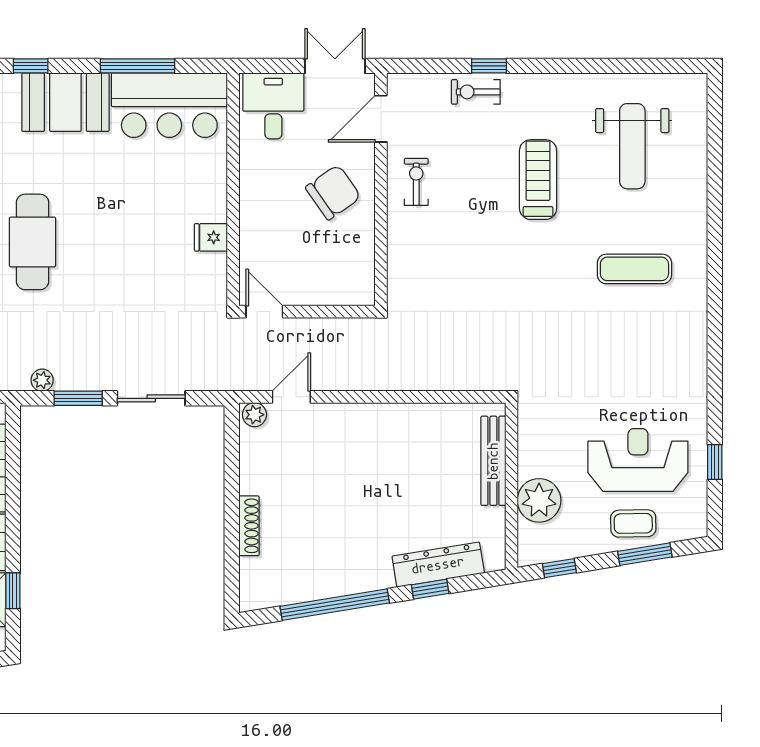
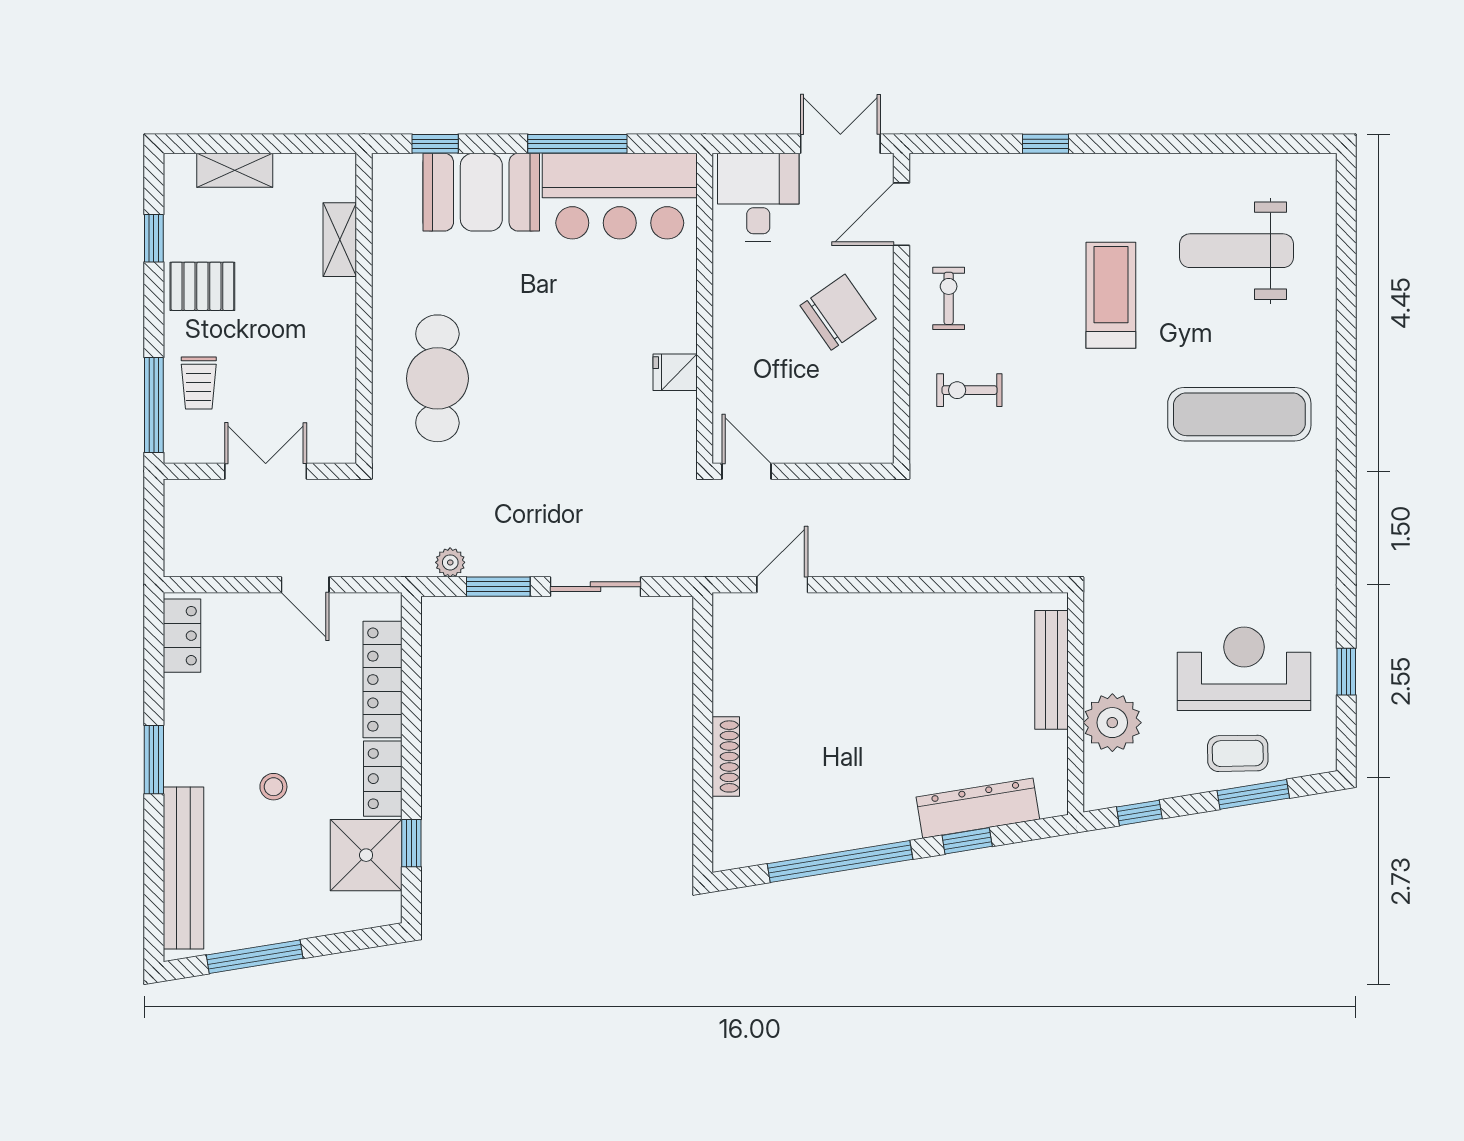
exercise bike: (476, 92) -> (969, 390), moved
weight bench: (632, 146) -> (1236, 251), turned 90
exercise mat: (634, 269) -> (1239, 414), width x1.36, depth x1.45
plant: (254, 415) -> (733, 608), removed

